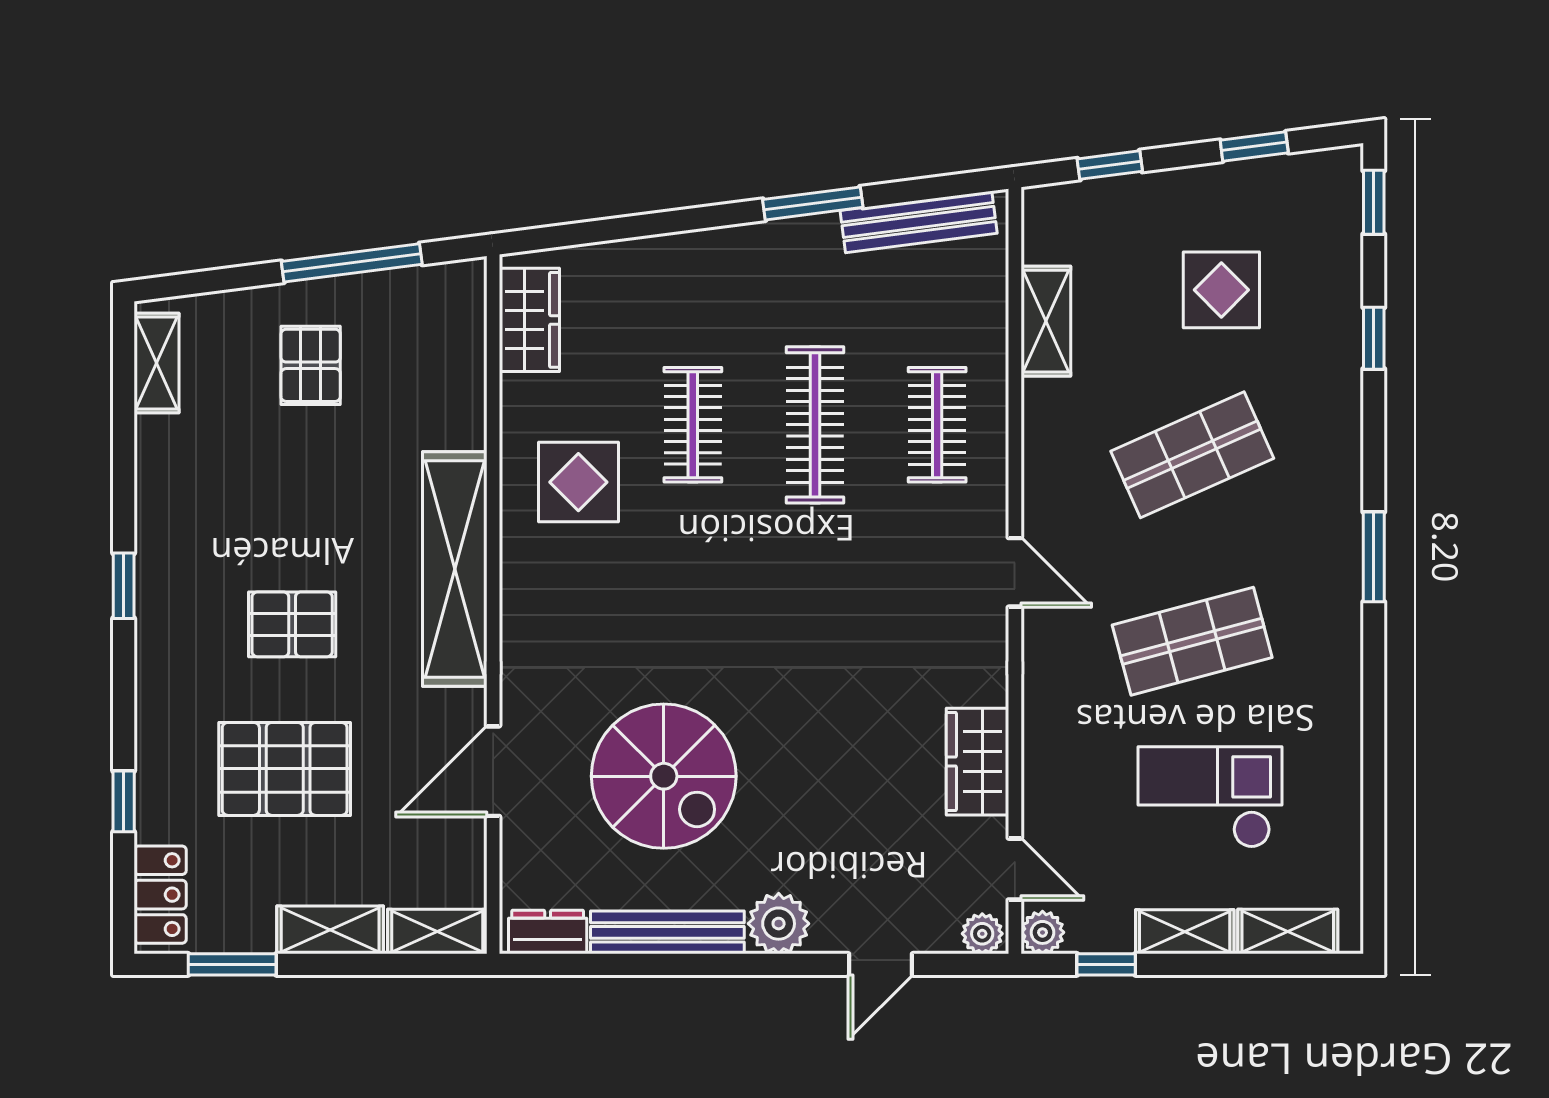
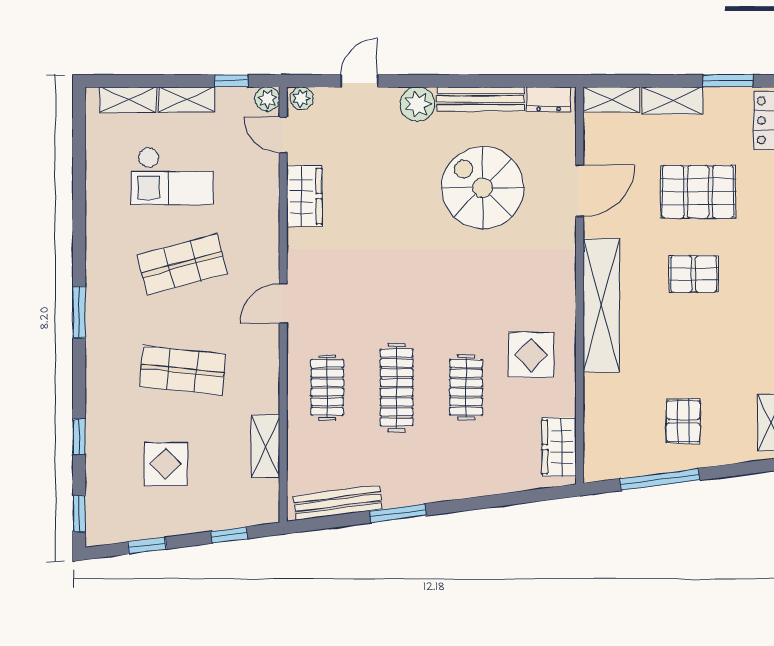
shop shelf: (1192, 455) -> (182, 370), turned 30
door: (1015, 572) -> (283, 304), hinge flipped

